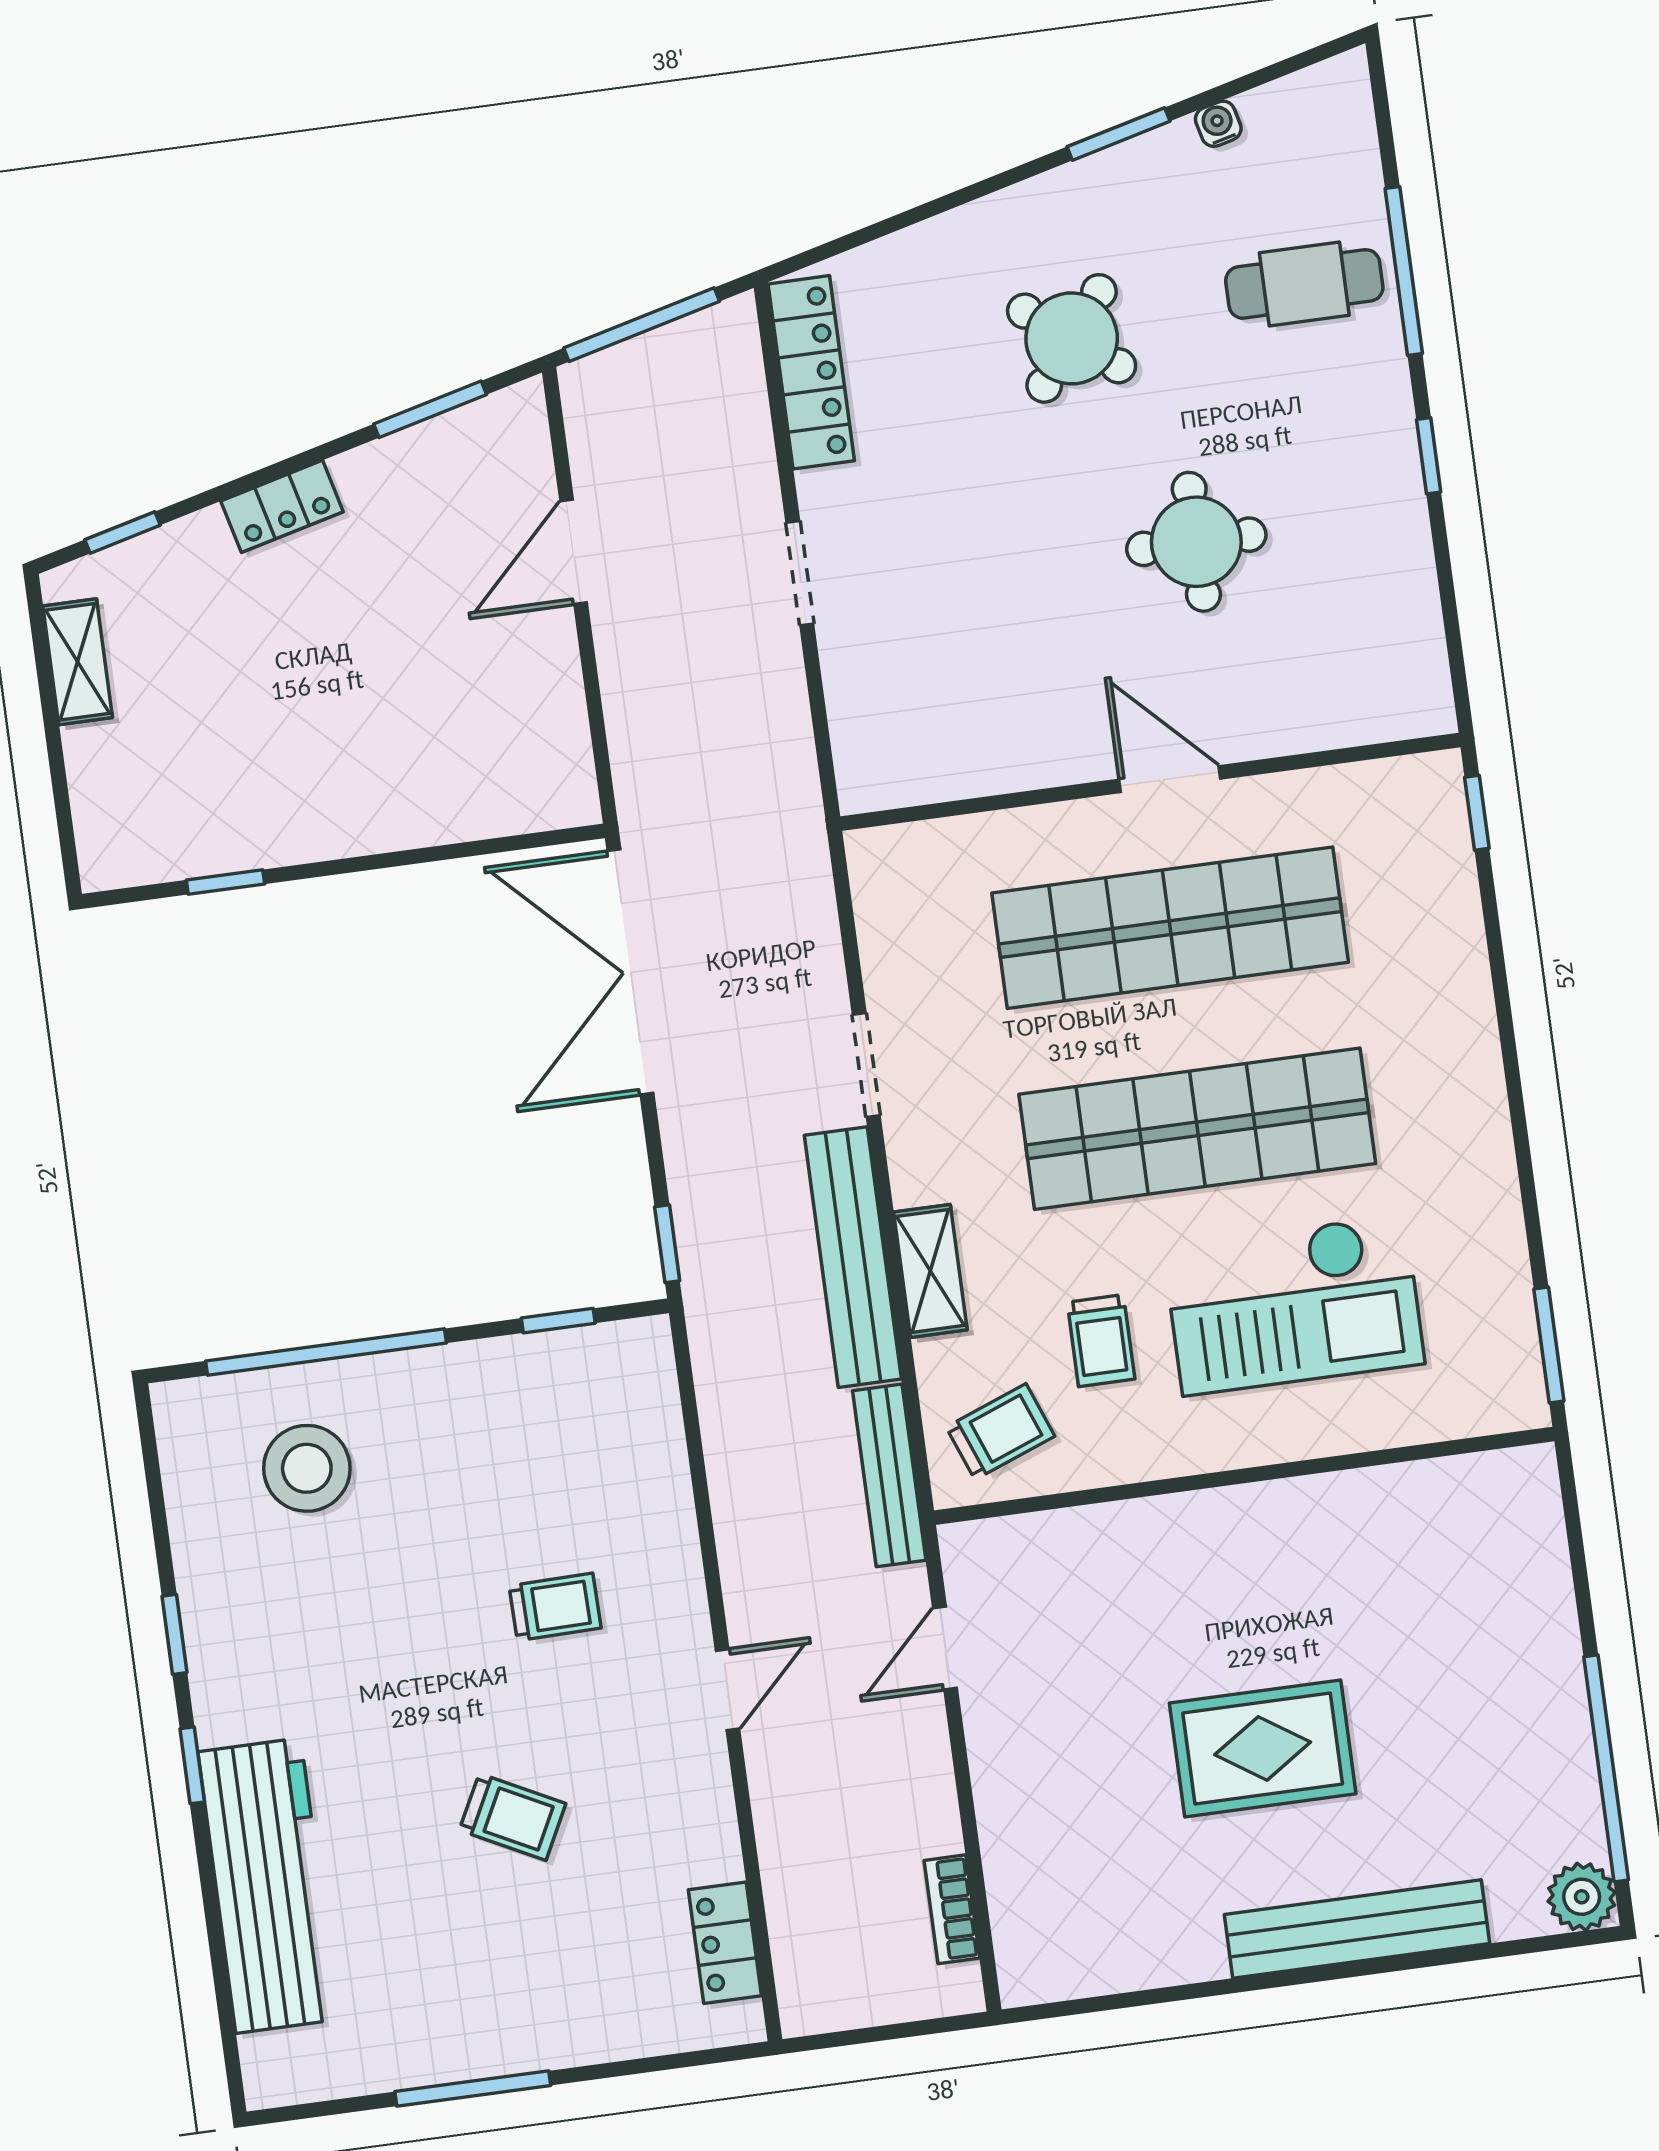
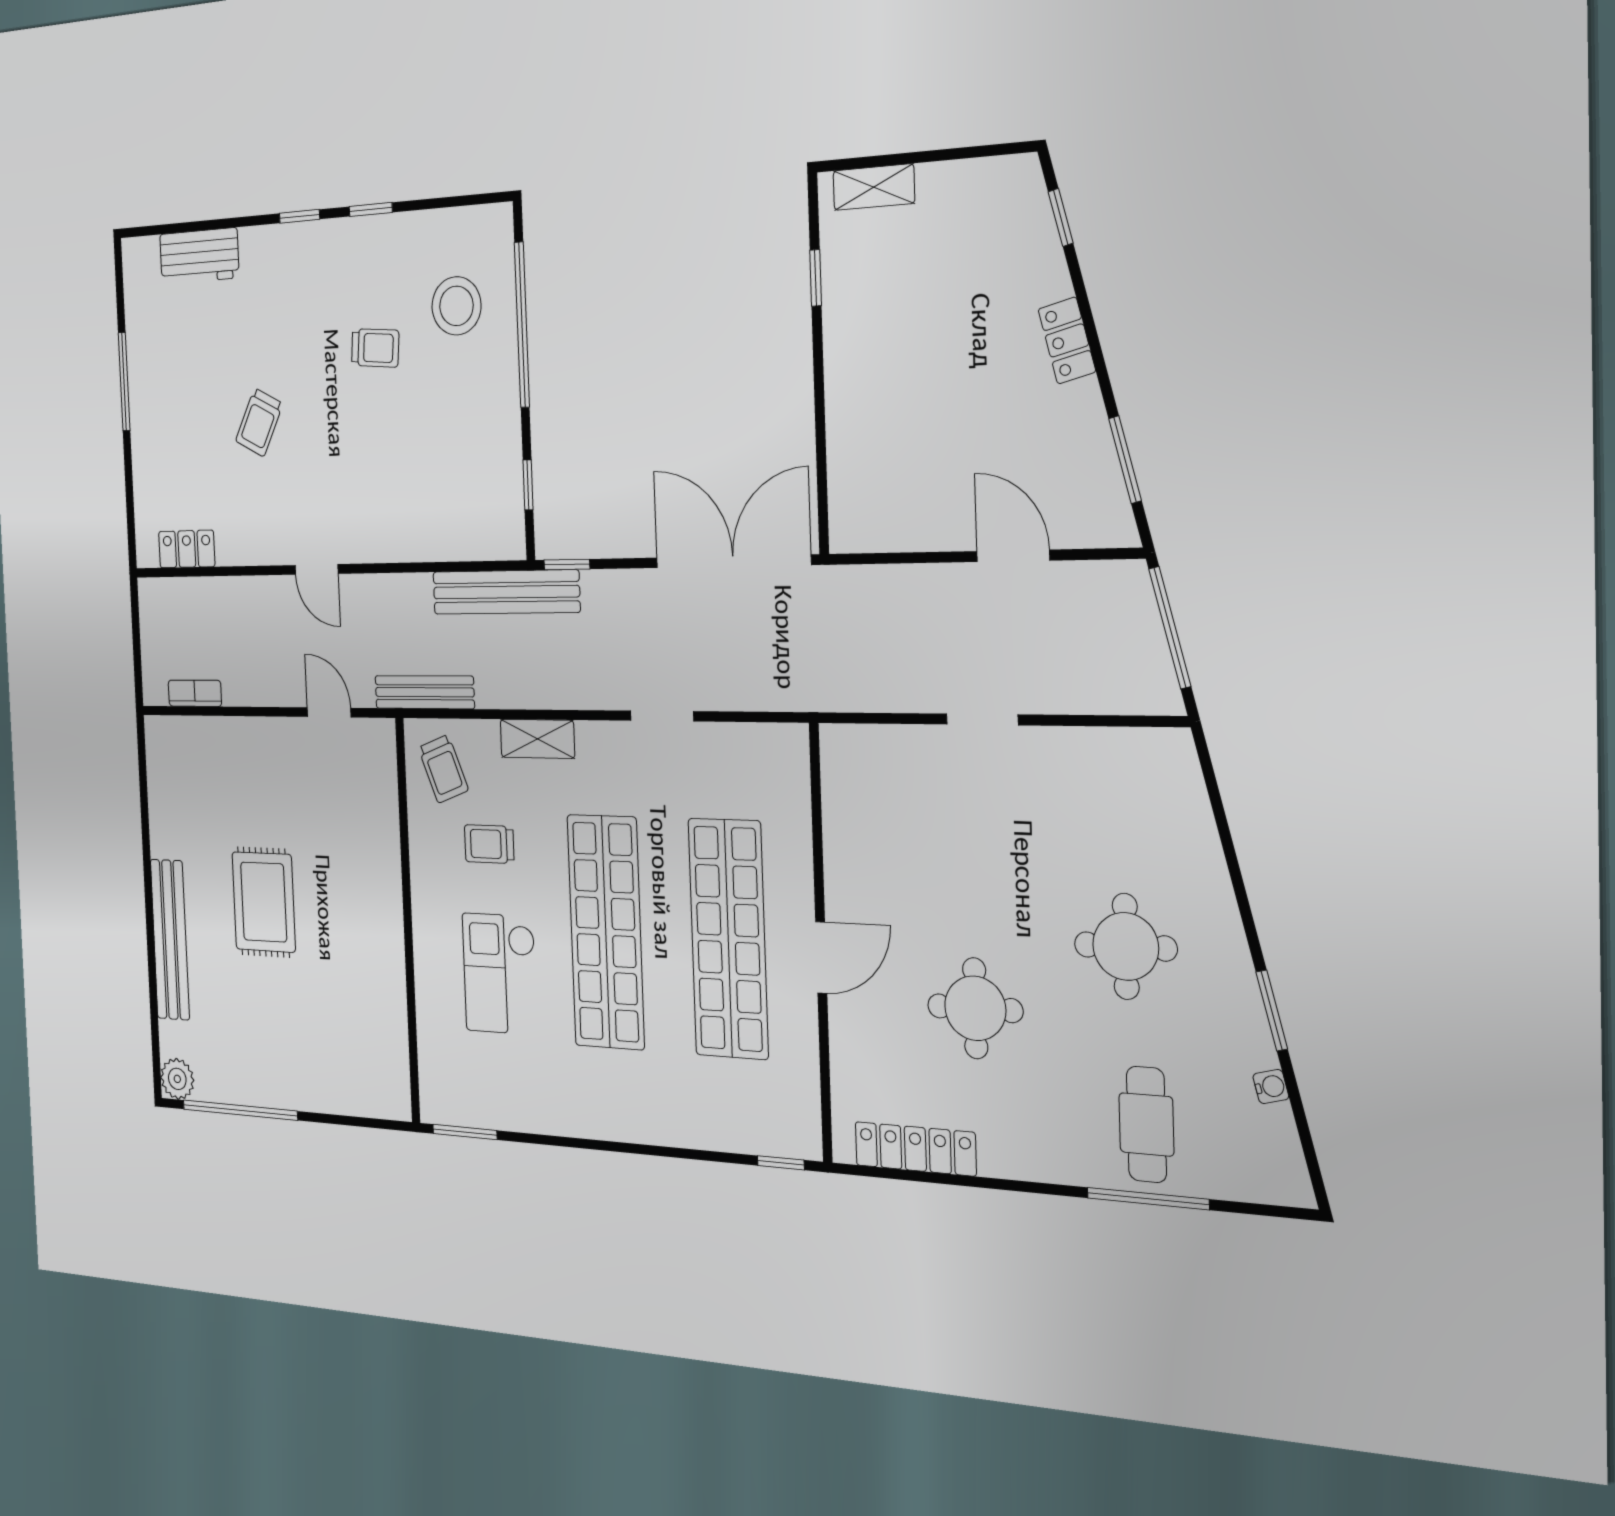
round table: (1072, 338) -> (1126, 946), turned -38
locker: (811, 372) -> (915, 1149), moved, turned 180
window: (1429, 456) -> (1017, 1186), removed
shelving: (78, 662) -> (874, 187), moved
bench: (853, 1257) -> (506, 592), moved
checkout: (1294, 1305) -> (500, 974), width x0.73, depth x0.83
trolley: (555, 1607) -> (375, 348), moved, turned -84
workbench: (268, 1886) -> (199, 256), width x0.53, depth x0.76

